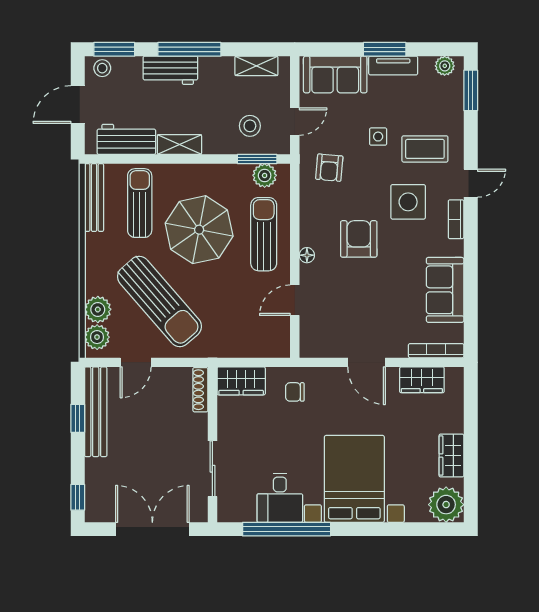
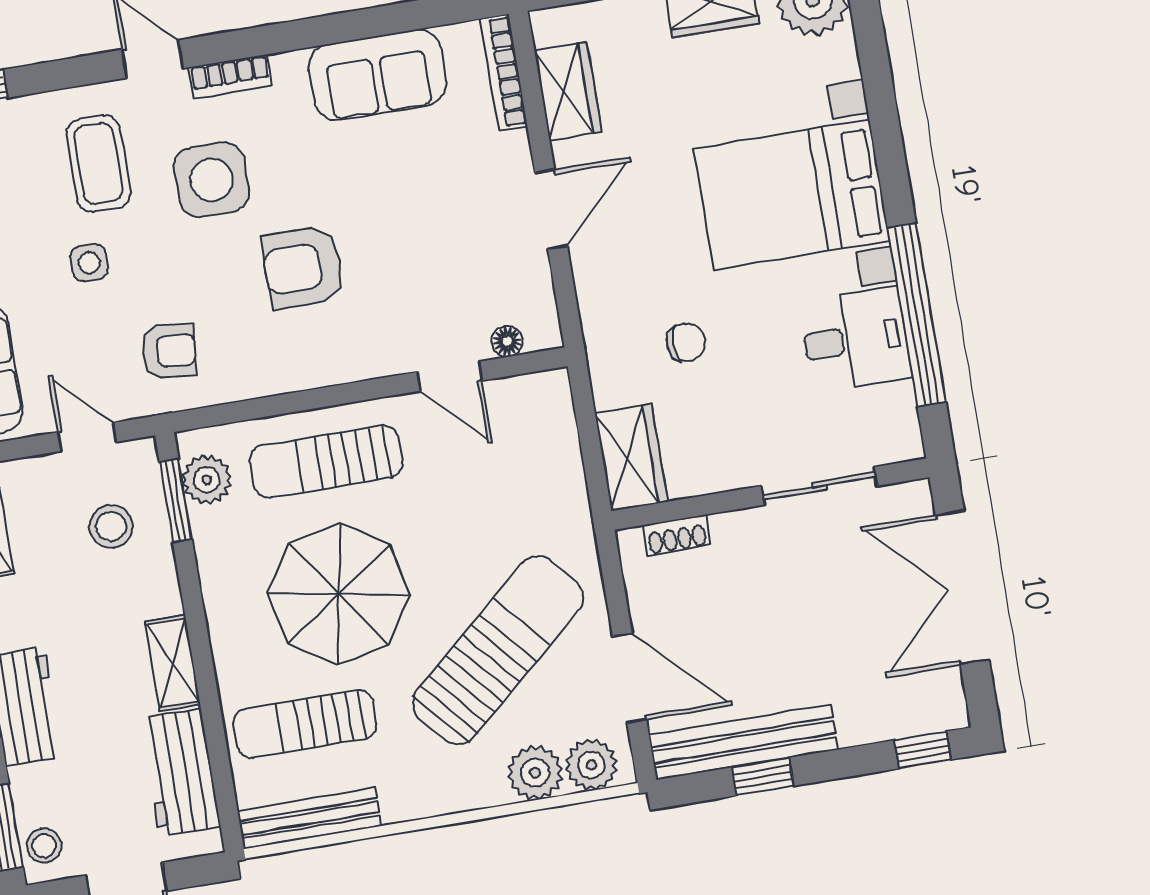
floor lamp: (307, 255) -> (507, 341), moved
door: (136, 362) -> (630, 678), width x1.38
shoe rack: (200, 390) -> (677, 535), width x0.70
chair: (295, 392) -> (686, 342), moved, turned -90

